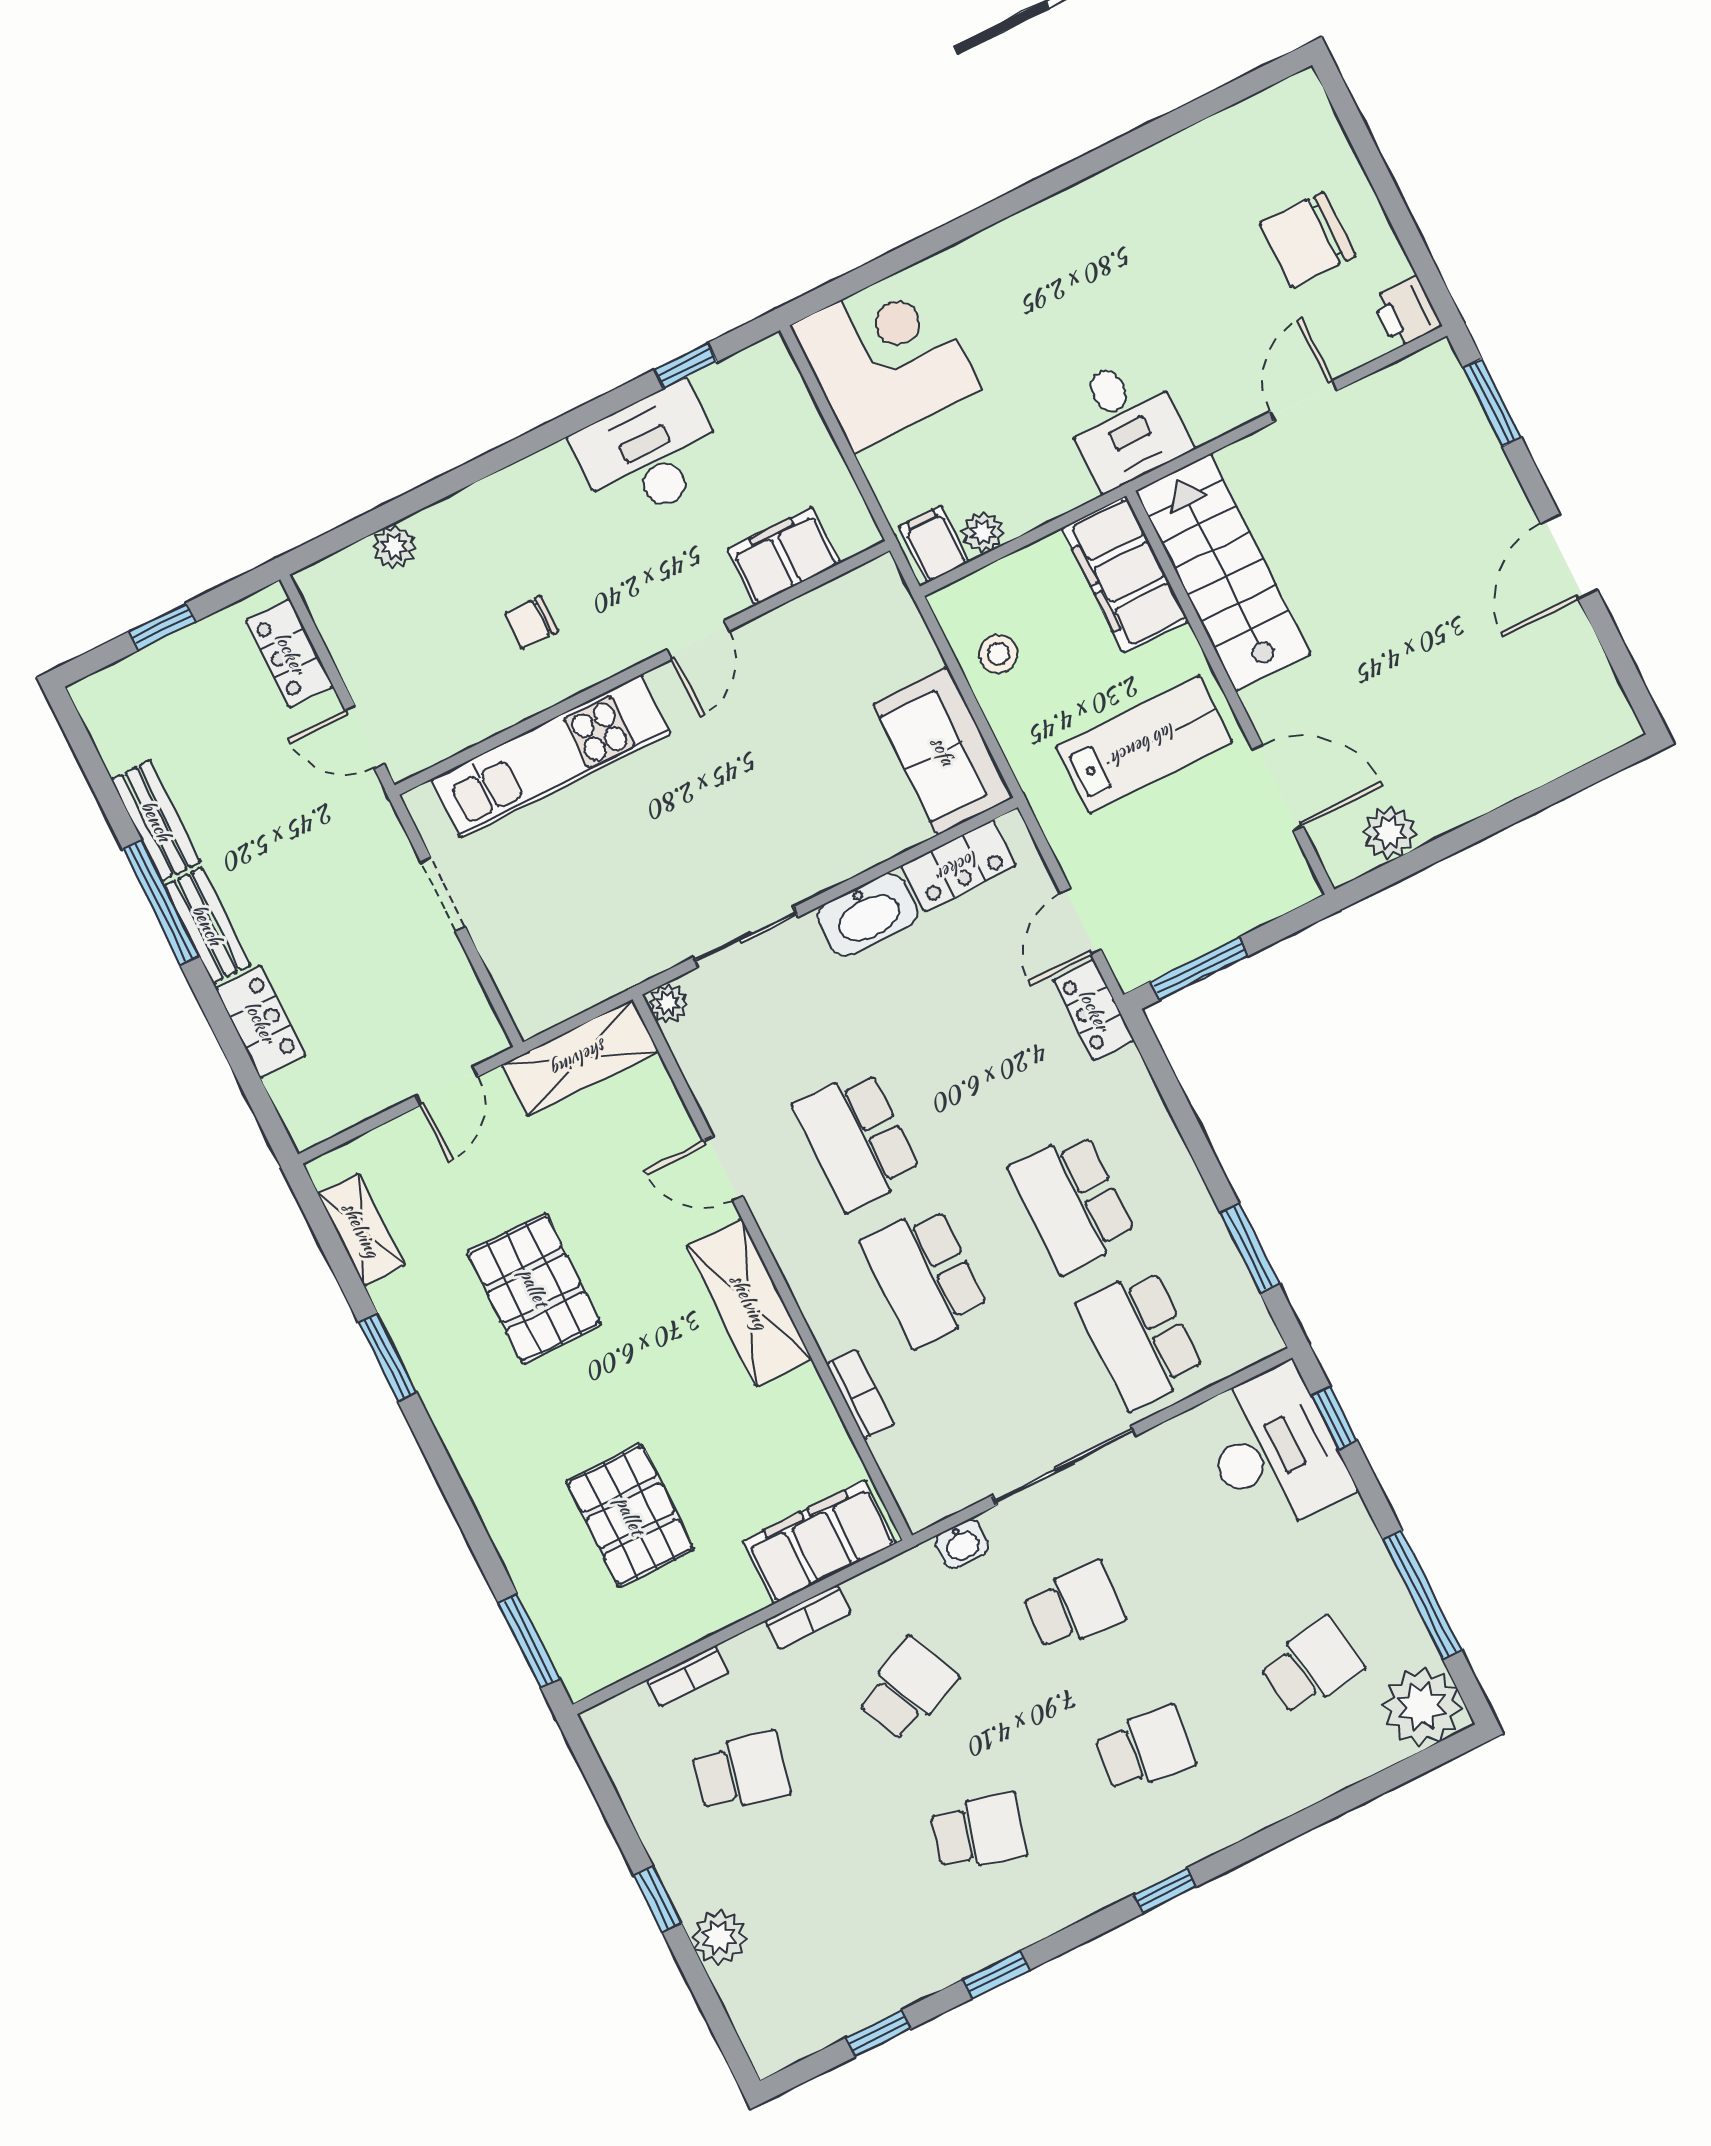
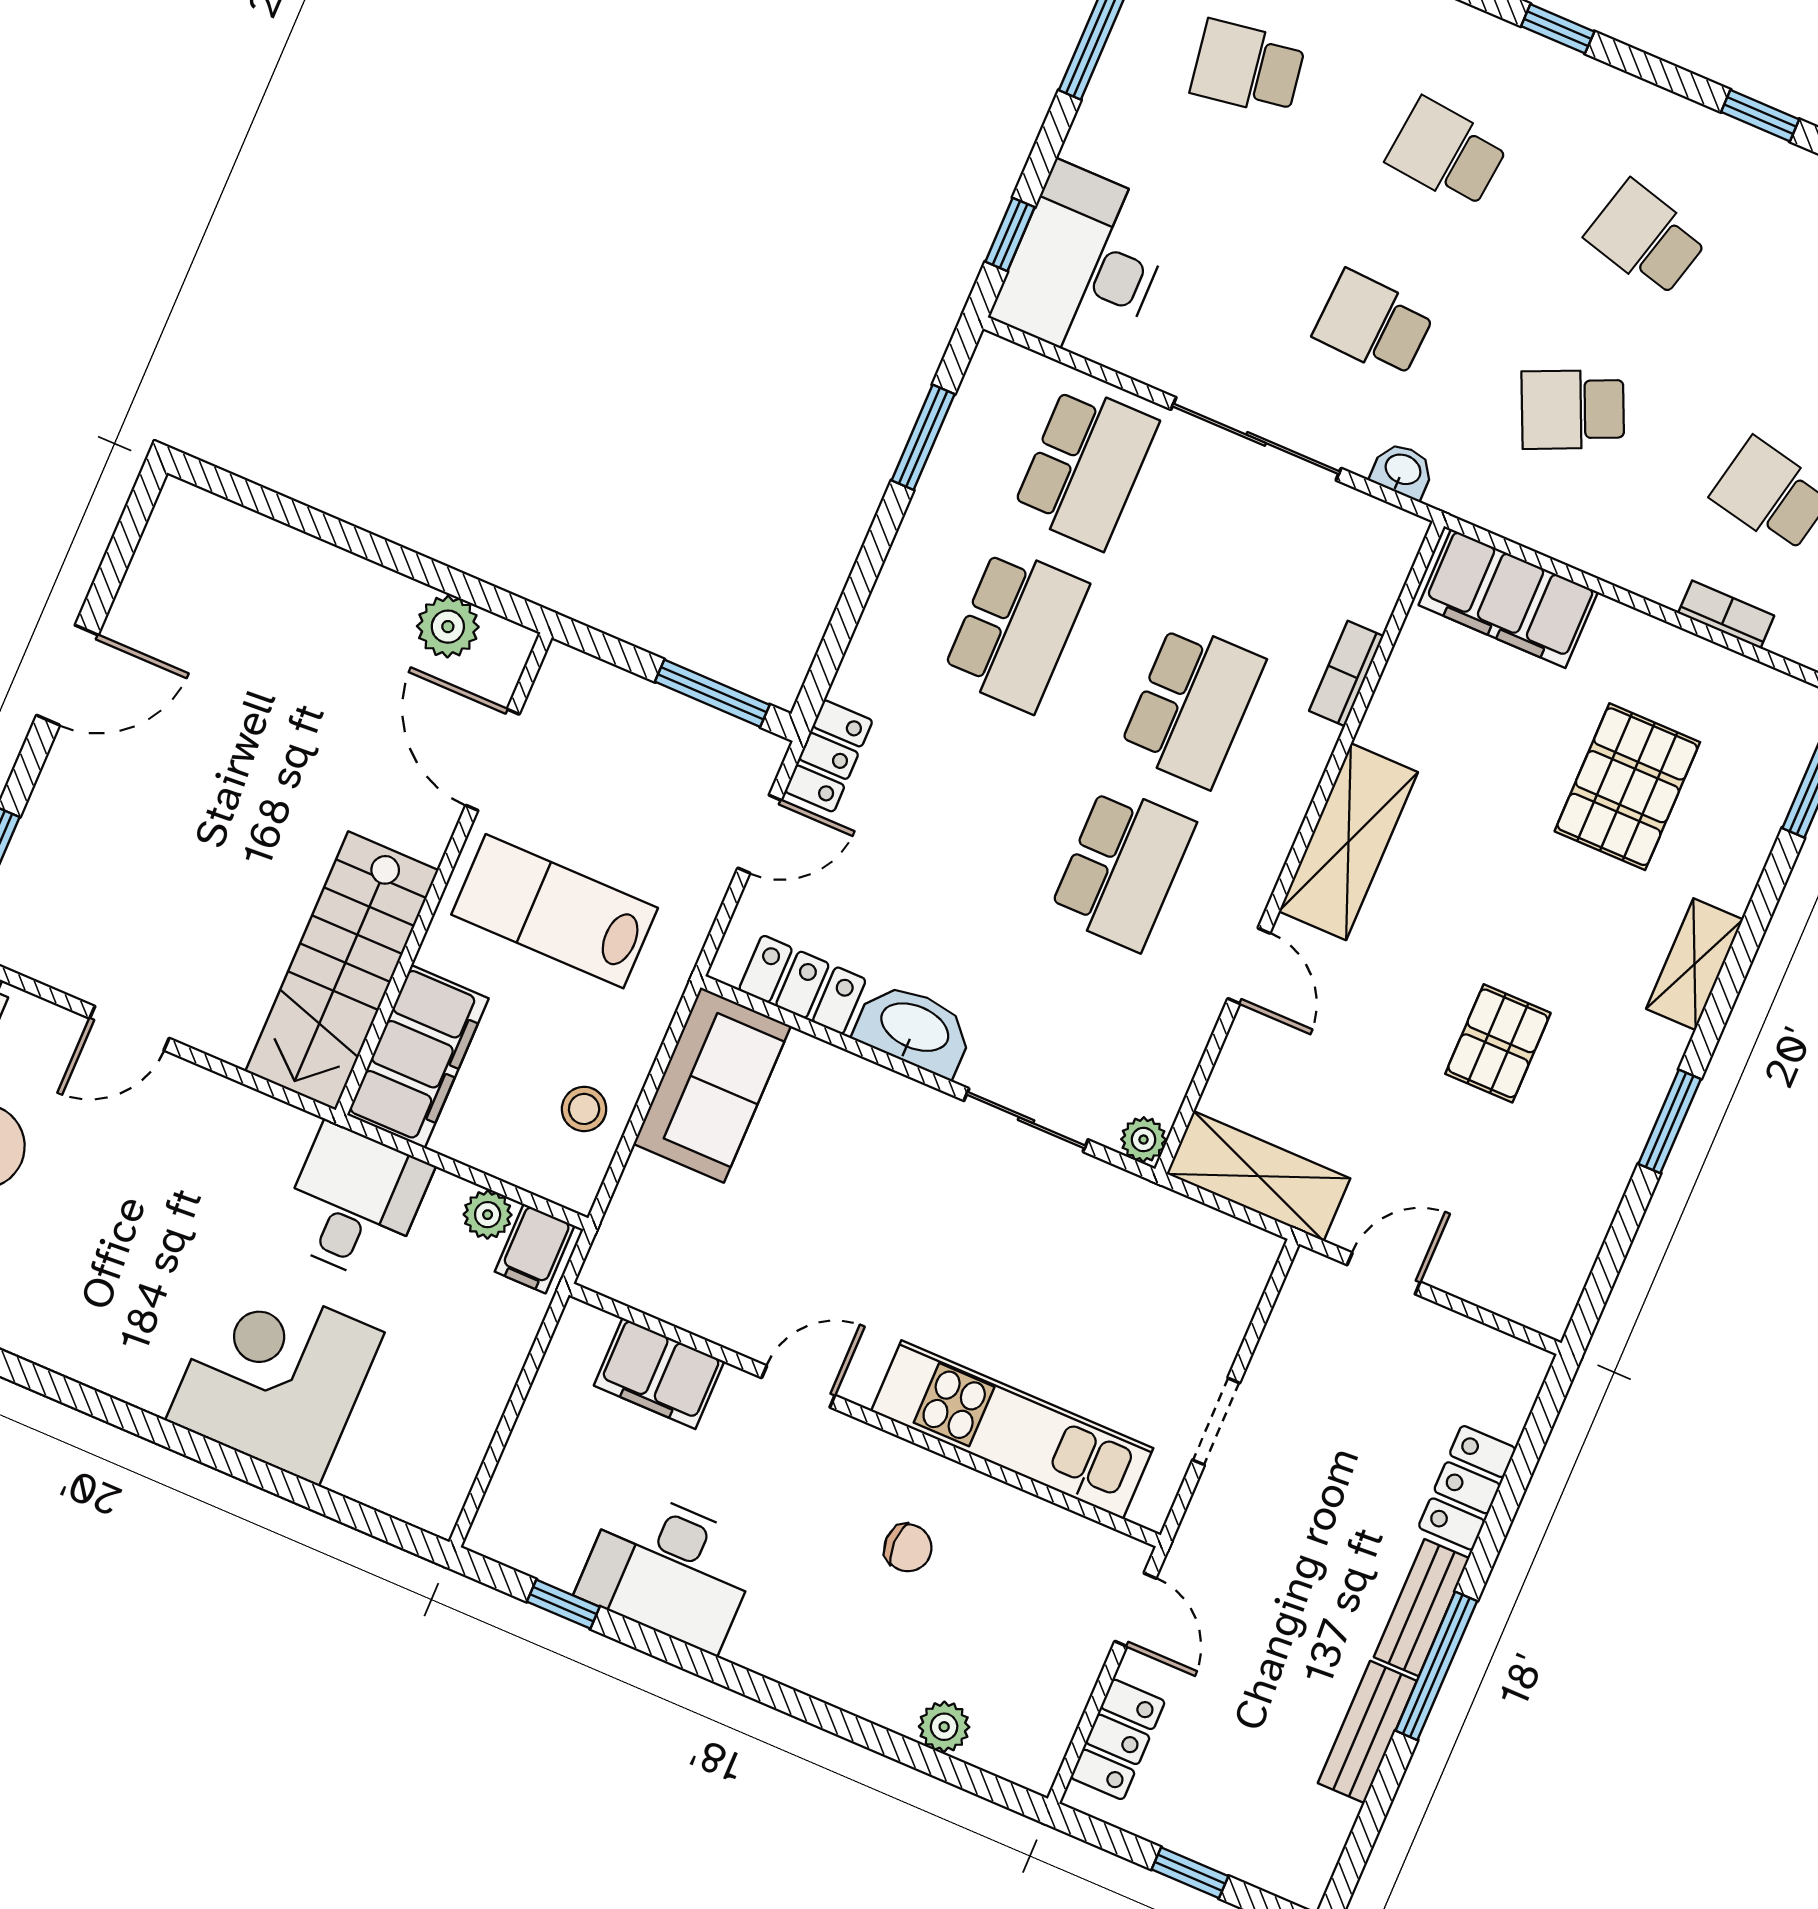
corner desk: (886, 358) -> (275, 1376), moved, turned 90
desk: (1124, 422) -> (354, 1202), moved
shelving: (361, 1230) -> (1695, 964), moved
pallet: (534, 1288) -> (1498, 1043), width x0.67, depth x0.71
bookcase: (808, 1617) -> (1584, 552), removed

